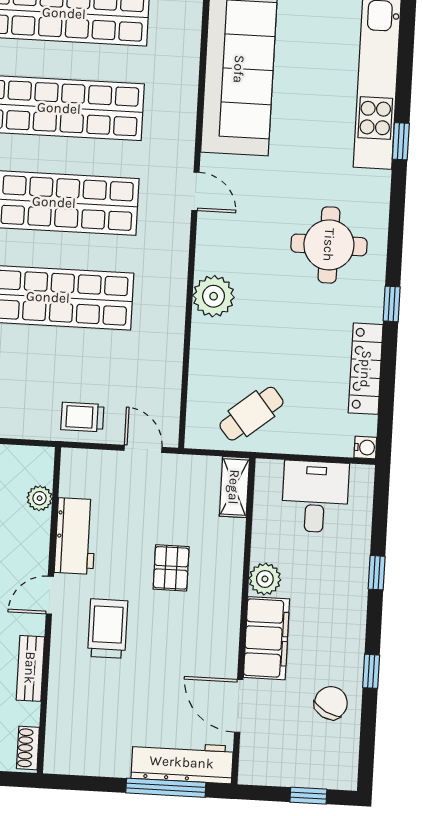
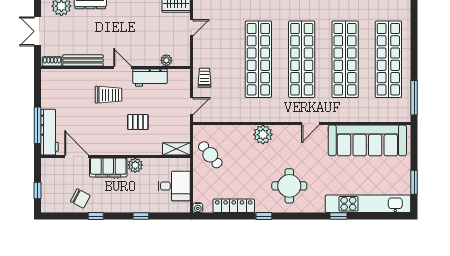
bench: (30, 668) -> (83, 60), width x1.36
door: (239, 706) -> (77, 156), hinge flipped

